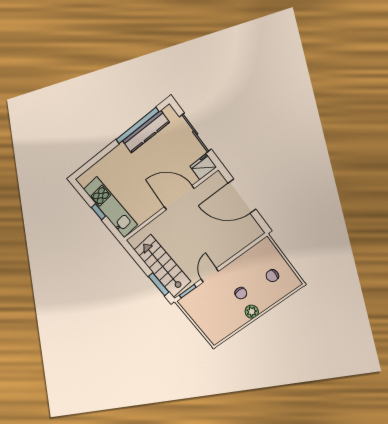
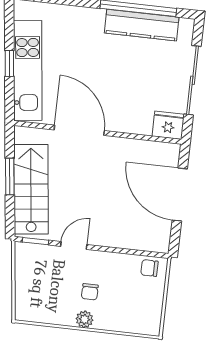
door: (179, 198) -> (79, 130), moved
chair: (272, 276) -> (149, 268), moved
window: (159, 284) -> (10, 177), moved

